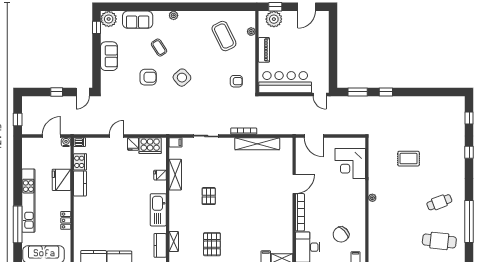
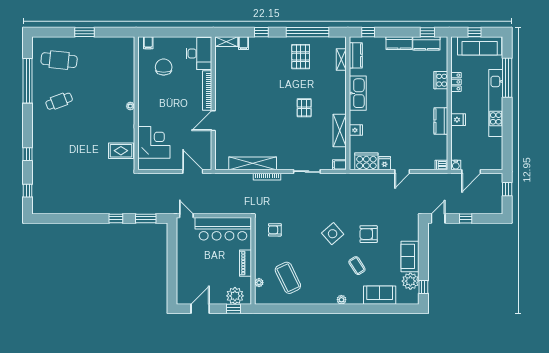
plant: (109, 19) -> (410, 281), moved
rug: (409, 159) -> (121, 151), moved
cooker: (80, 162) -> (441, 80), moved
fridge: (61, 180) -> (458, 120), width x0.53, depth x0.75
chair: (341, 234) -> (164, 67), turned -48

